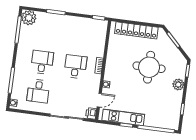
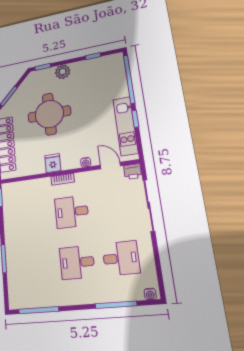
plant: (29, 18) -> (19, 297), removed
fridge: (112, 61) -> (53, 163), added

